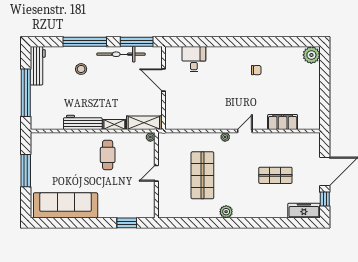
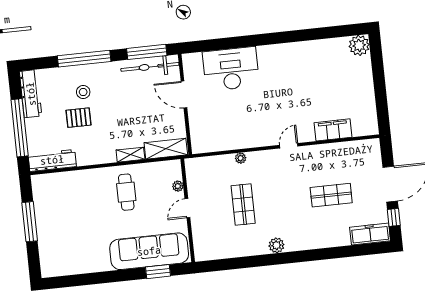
bicycle: (121, 54) -> (150, 67), moved
desk: (194, 59) -> (231, 69), width x1.87, depth x1.30
chair: (256, 70) -> (295, 71), removed
pallet: (75, 90) -> (78, 118), added
workbench: (83, 122) -> (52, 160), moved
plant: (150, 137) -> (178, 186), moved
plant: (225, 137) -> (241, 158), moved
shop shelf: (202, 175) -> (243, 205), width x0.70, depth x0.74
sofa: (66, 205) -> (149, 251), moved

